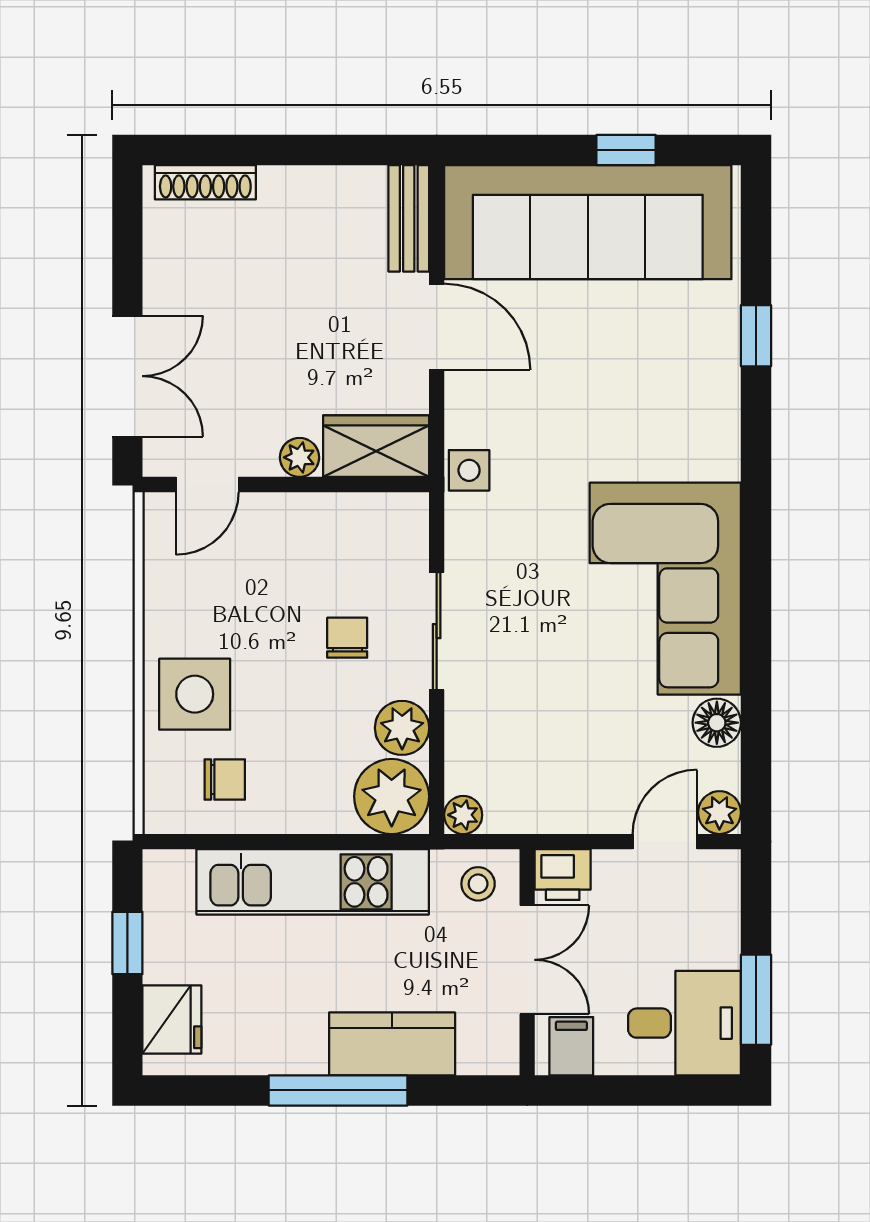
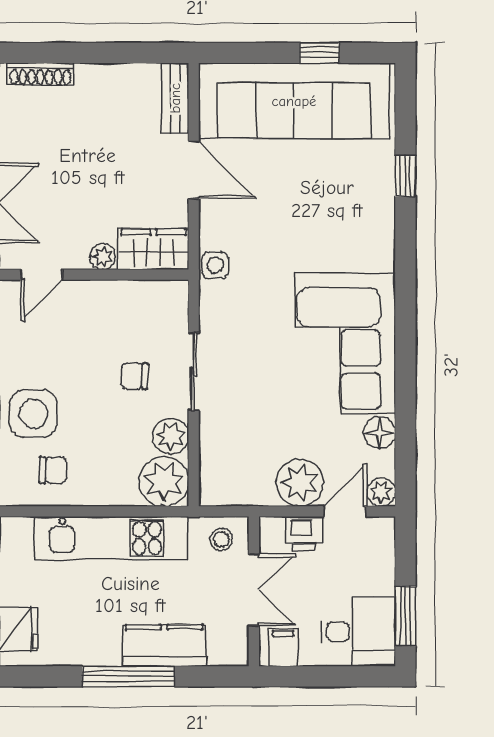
chair: (347, 638) -> (134, 376), turned -90
plant: (463, 815) -> (300, 483), moved, width x1.88, depth x1.88
printer: (563, 875) -> (304, 533), moved

